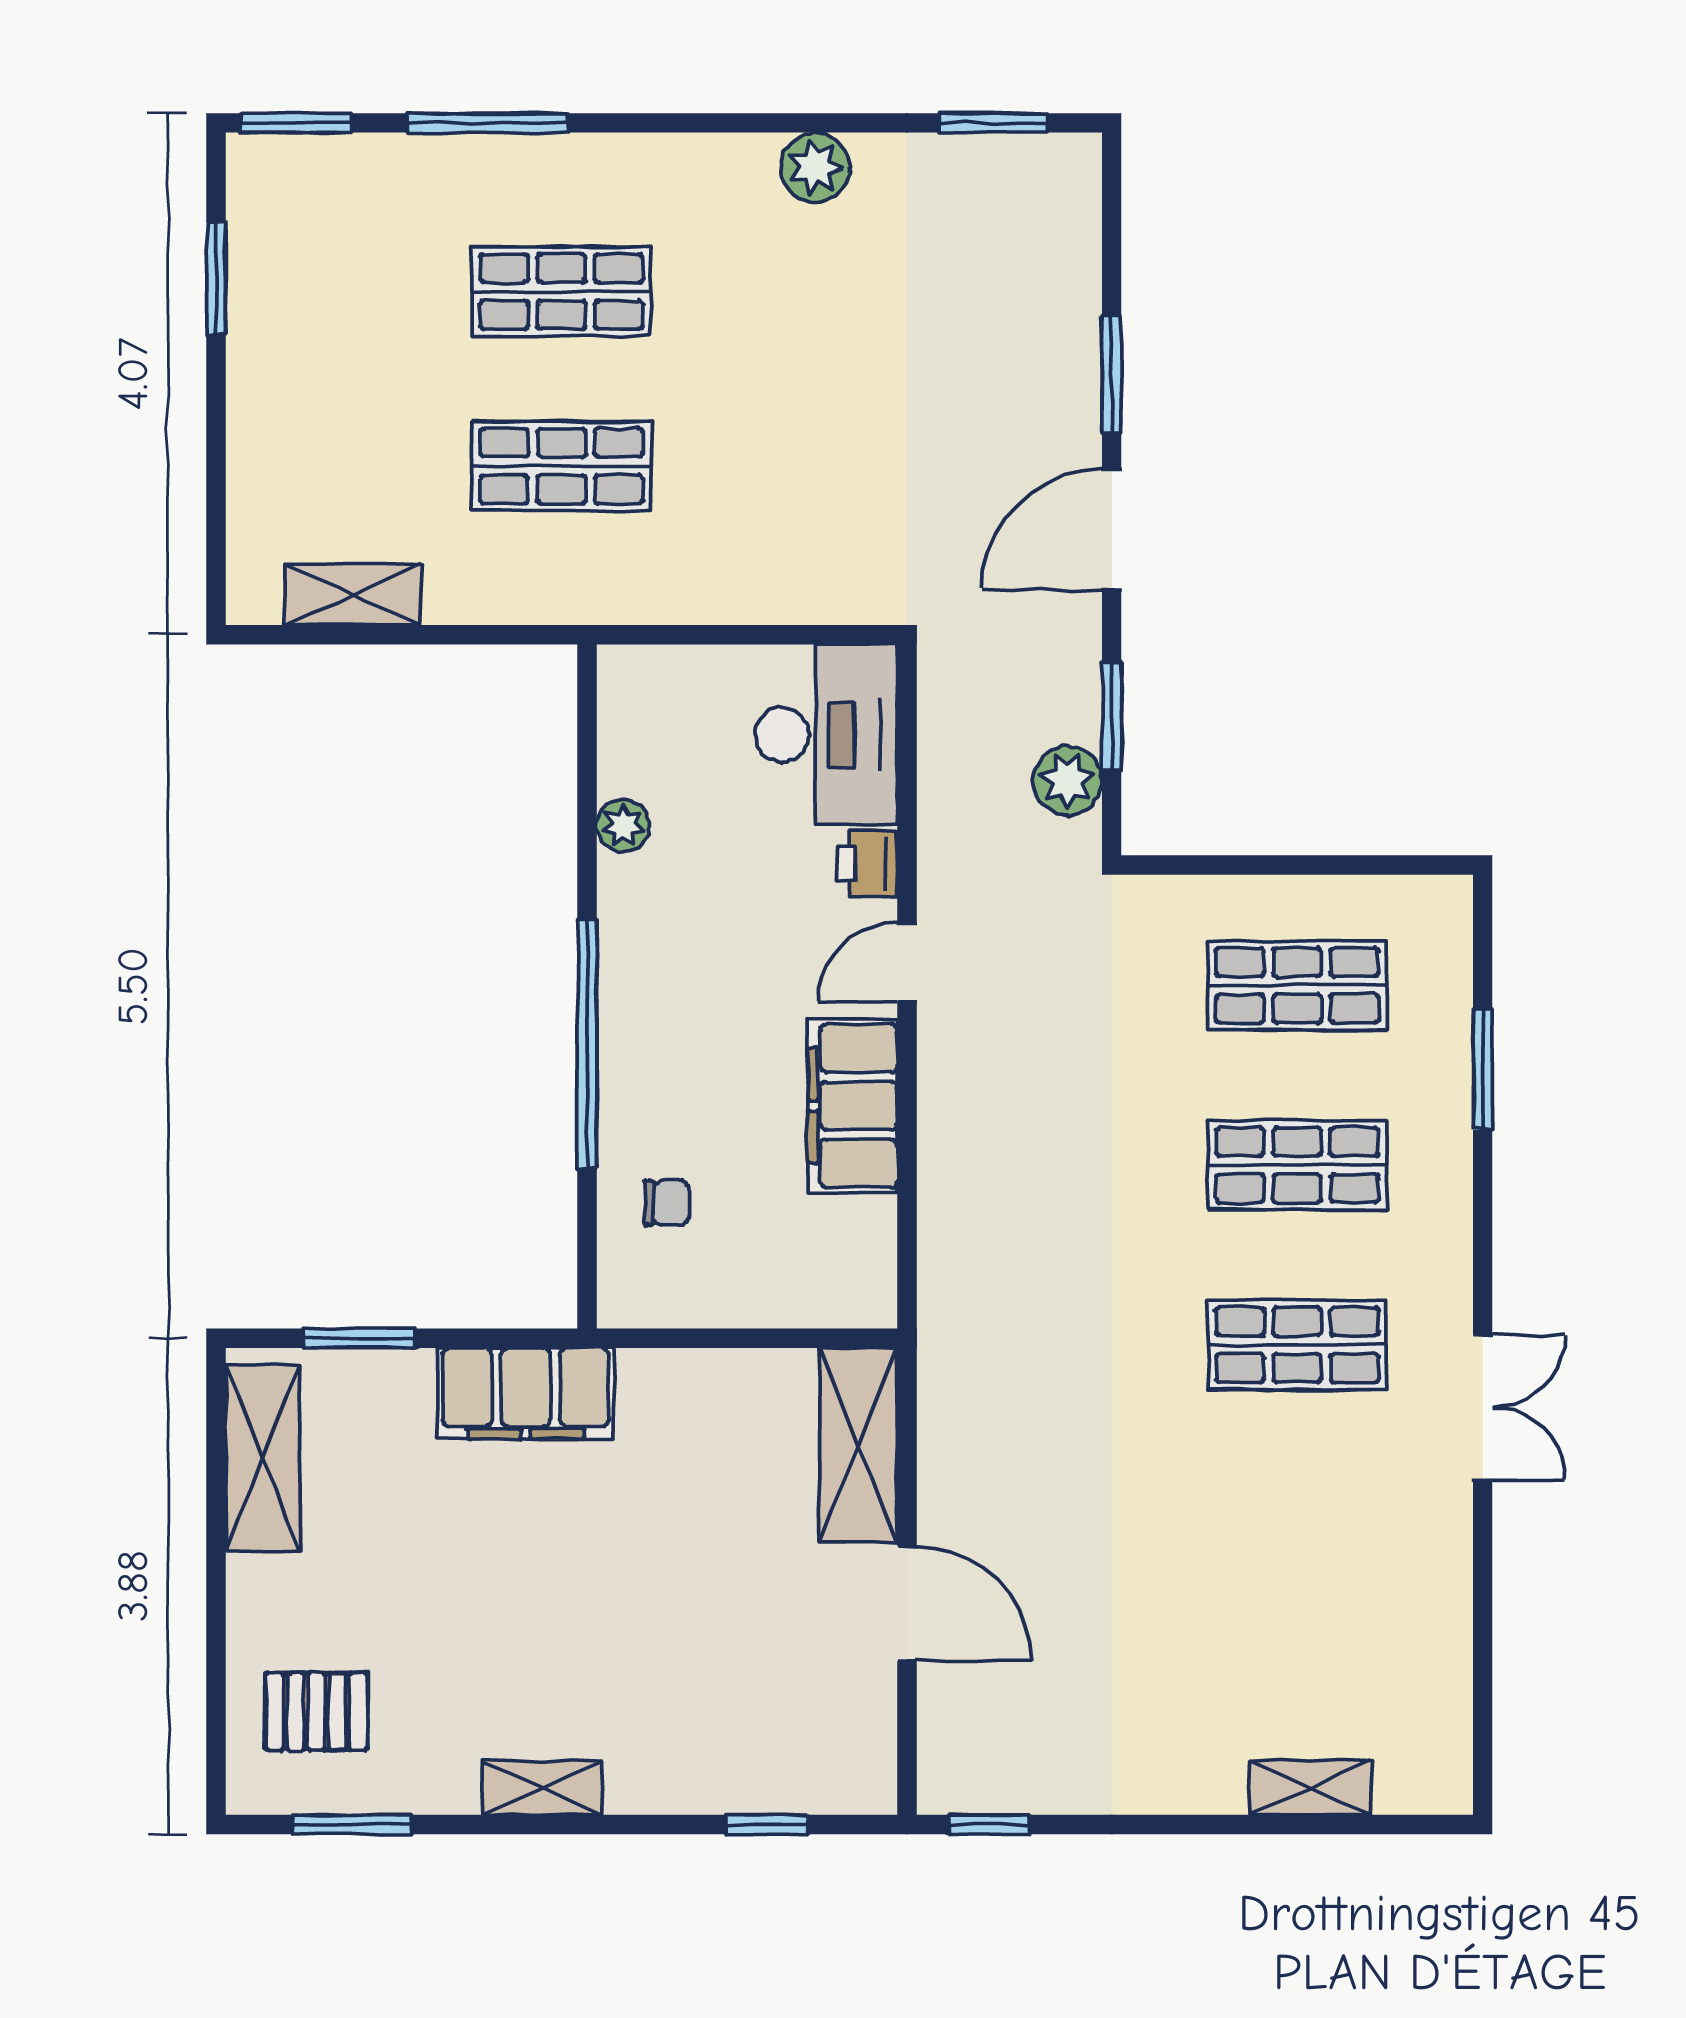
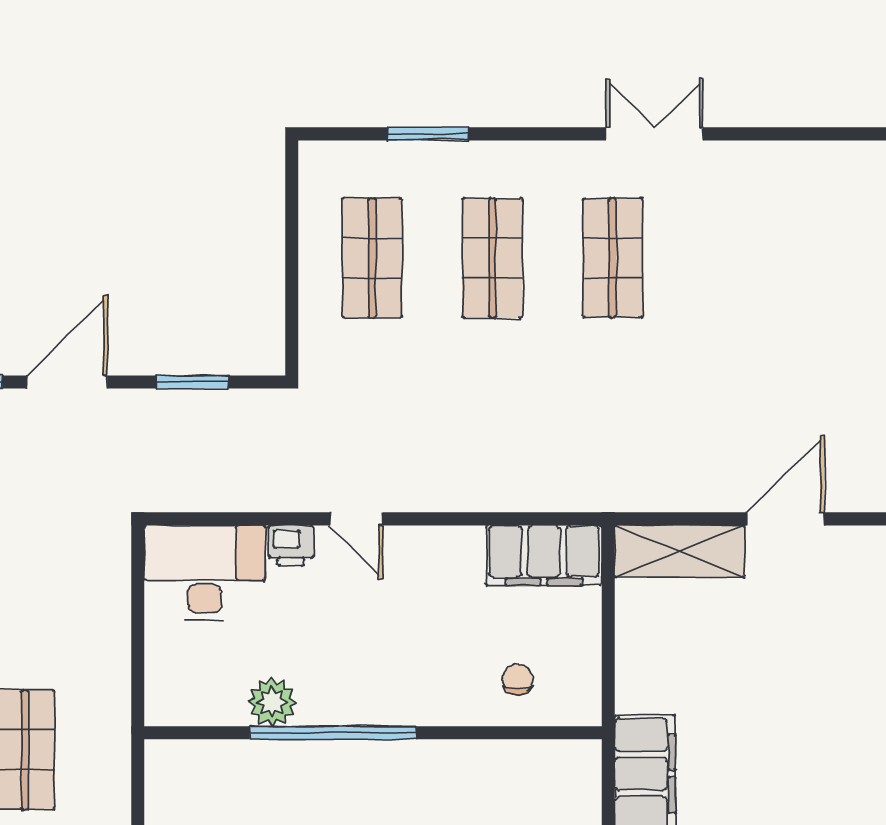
door: (1112, 529) -> (67, 382), swing flipped
plant: (1067, 780) -> (235, 412), removed
plant: (623, 826) -> (272, 702), width x1.38, depth x1.38
window: (587, 1044) -> (333, 733), moved
filing cabinet: (852, 1106) -> (544, 555), moved

